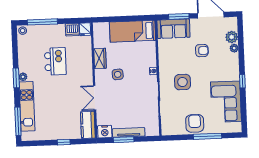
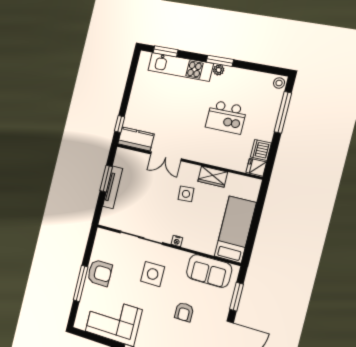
sofa: (173, 29) -> (209, 271), moved, turned -90
double door: (95, 98) -> (166, 156), swing flipped
window: (18, 121) -> (166, 51), width x0.69
nightstand: (105, 132) -> (122, 158), removed
window: (64, 142) -> (119, 124), moved

